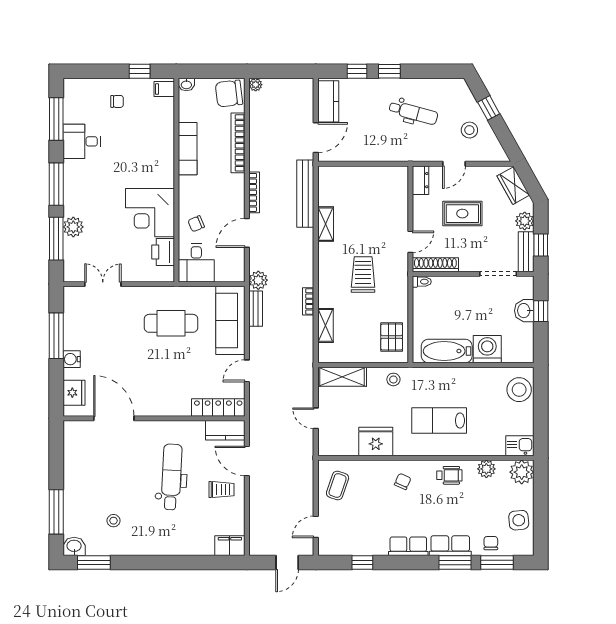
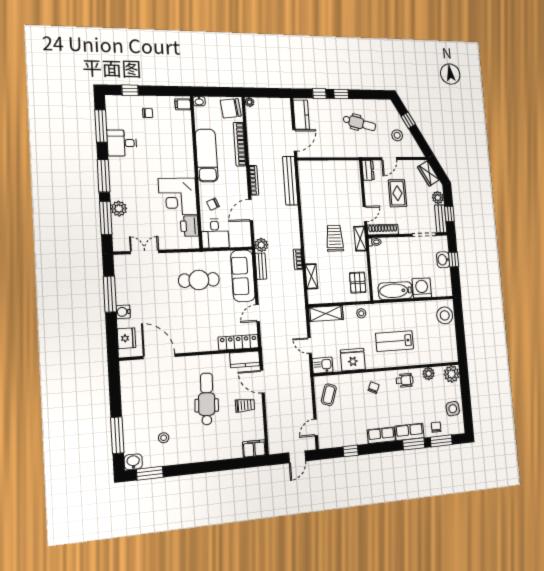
window: (140, 71) -> (130, 90), moved
exam couch: (188, 149) -> (207, 155), width x1.36, depth x1.45
rug: (462, 214) -> (397, 193), turned 90
shelving: (326, 224) -> (360, 239), moved
kitchen sink: (520, 446) -> (323, 365), moved

